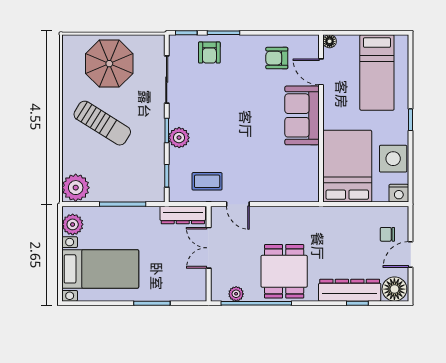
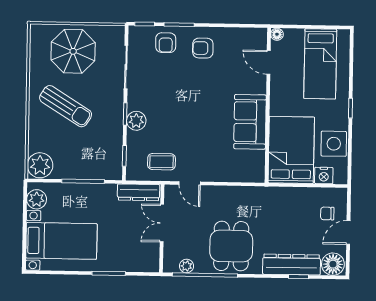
armchair: (277, 58) -> (203, 48), moved
sofa: (302, 115) -> (250, 122), moved
nightstand: (399, 193) -> (324, 175), moved

